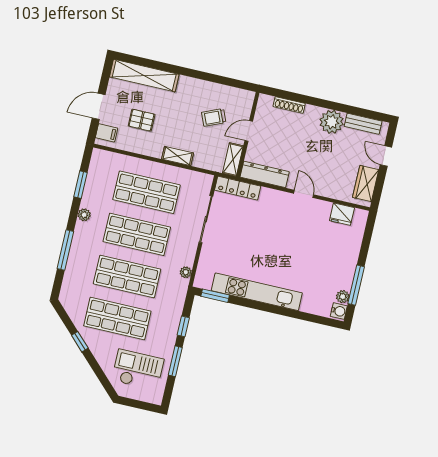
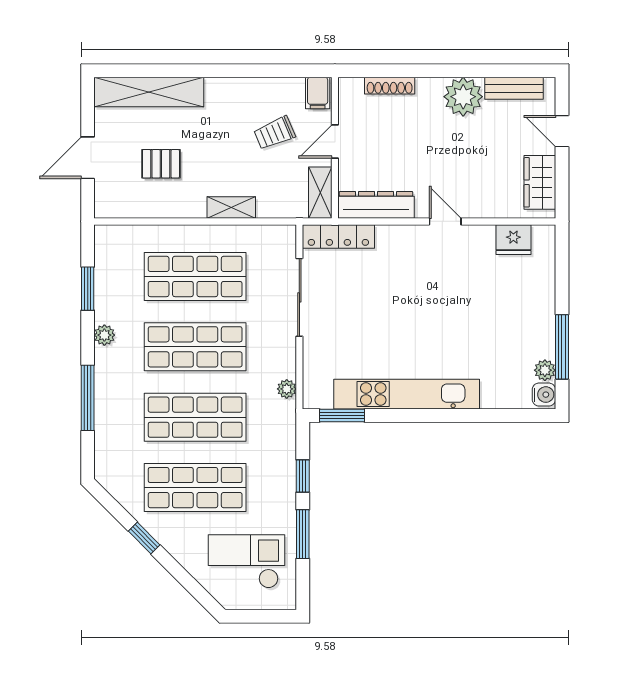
filing cabinet: (107, 133) -> (318, 93), moved, turned 90

